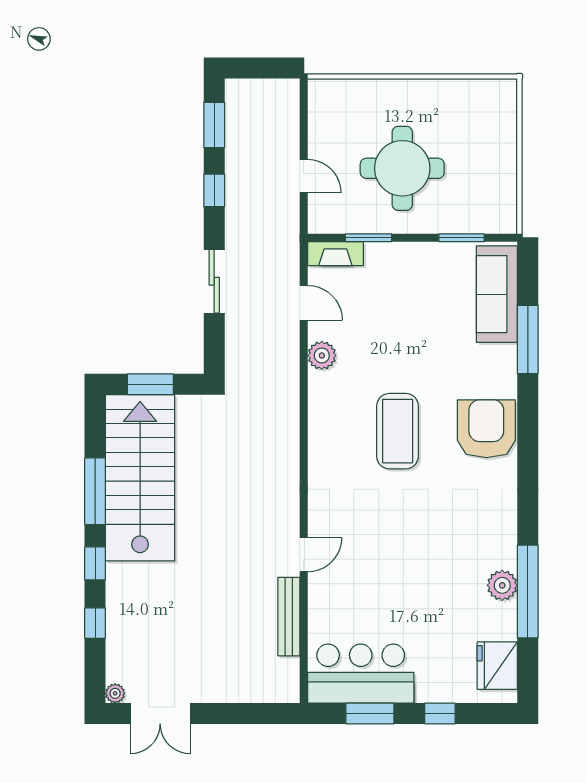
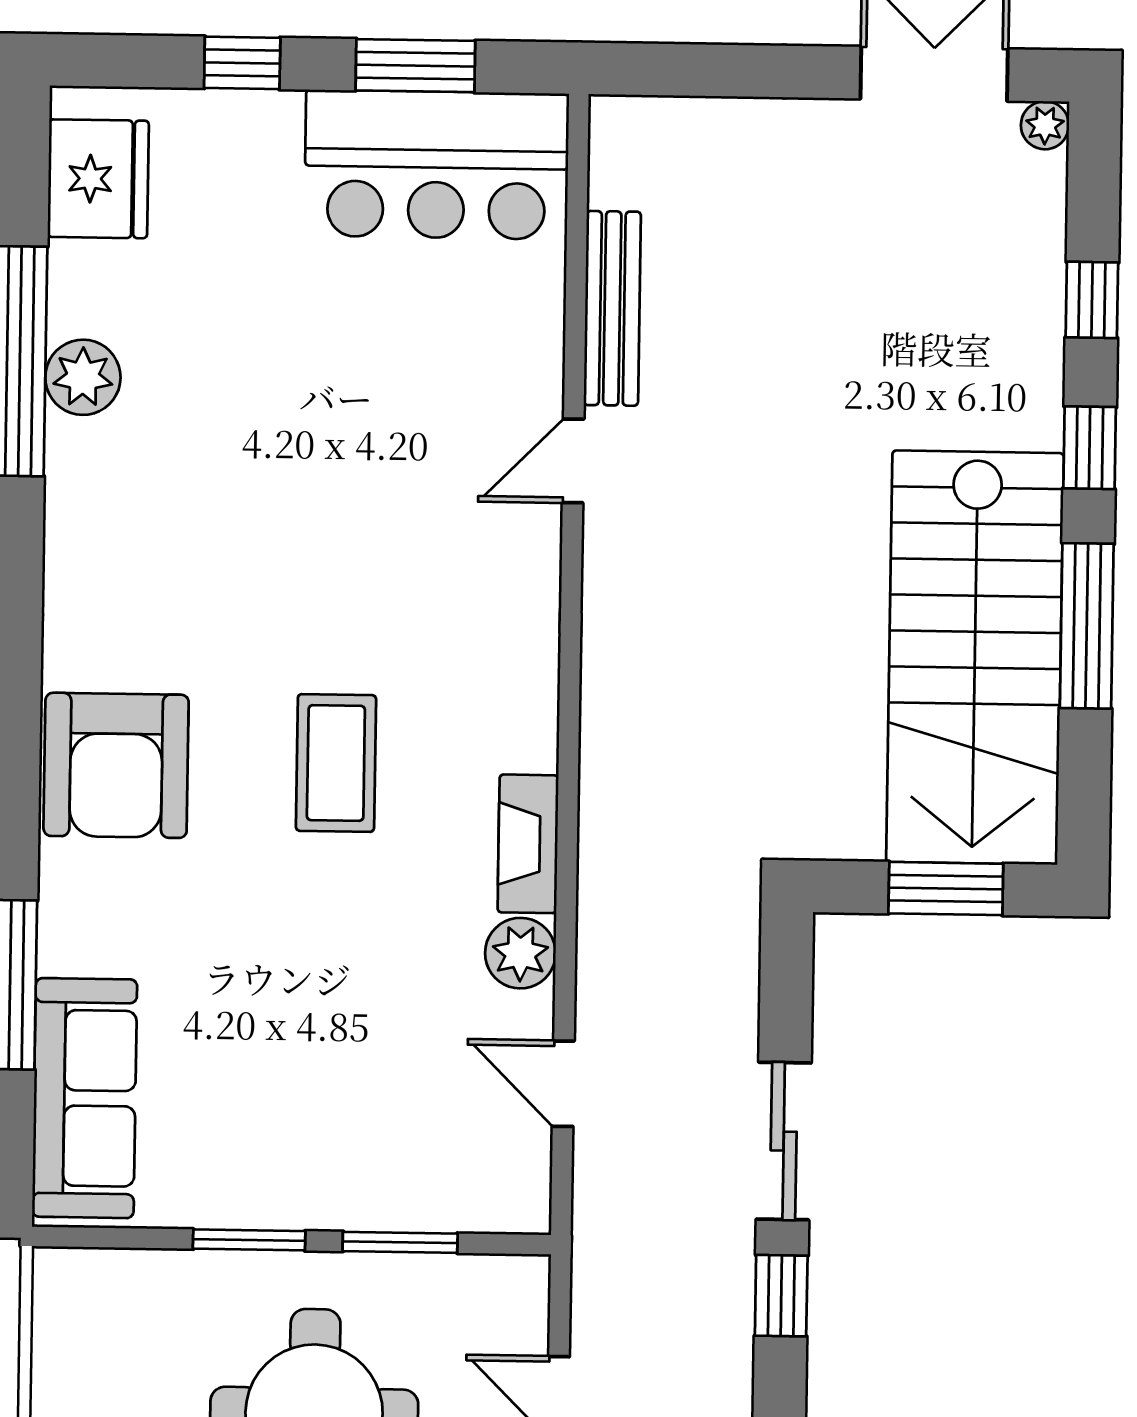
window: (214, 190) -> (781, 1296), moved
window: (462, 238) -> (249, 1240), moved
fireplace: (335, 254) -> (528, 844), moved, turned -90
coffee table: (398, 431) -> (336, 763), width x0.73, depth x0.76

